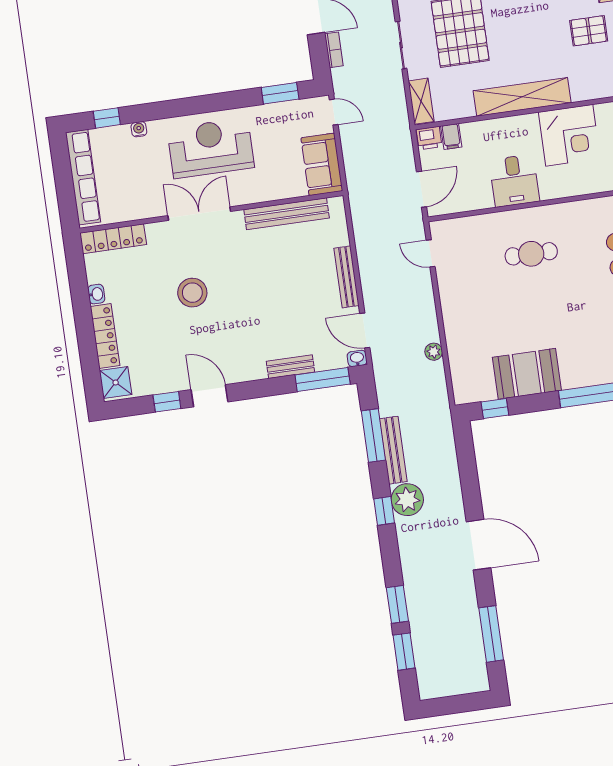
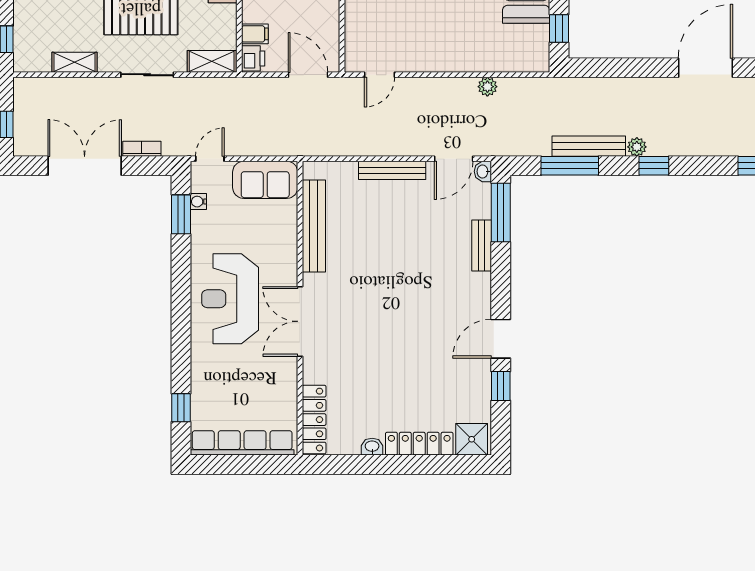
water cooler: (139, 129) -> (198, 202), moved
stool: (192, 293) -> (385, 341), removed
plant: (407, 500) -> (637, 147), width x0.53, depth x0.53

